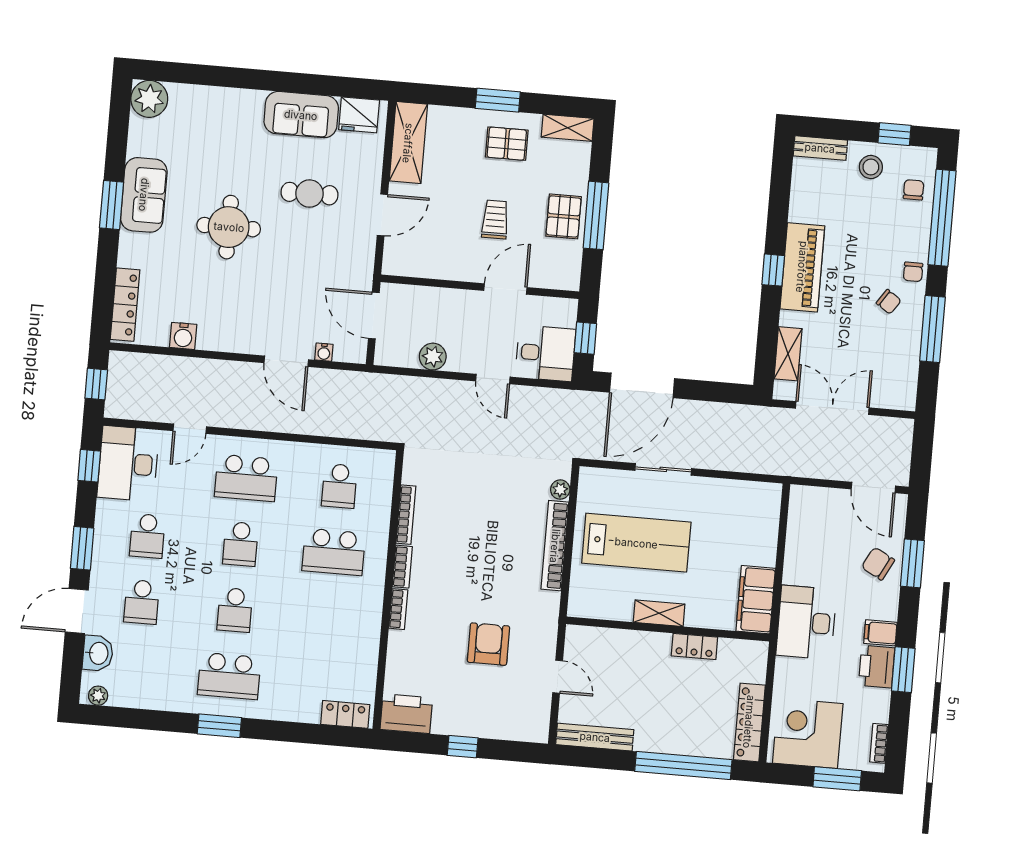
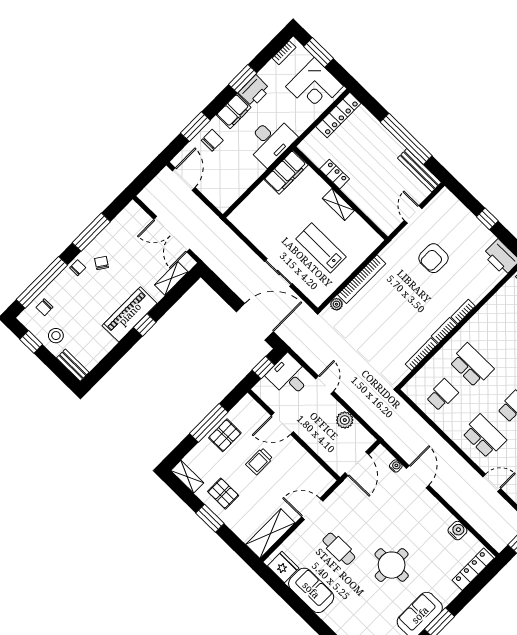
lab bench: (636, 543) -> (321, 248), width x0.73, depth x0.72
chair: (878, 564) -> (212, 140), turned -118
filing cabinet: (880, 633) -> (234, 111), width x2.00
window: (683, 766) -> (406, 139), moved

